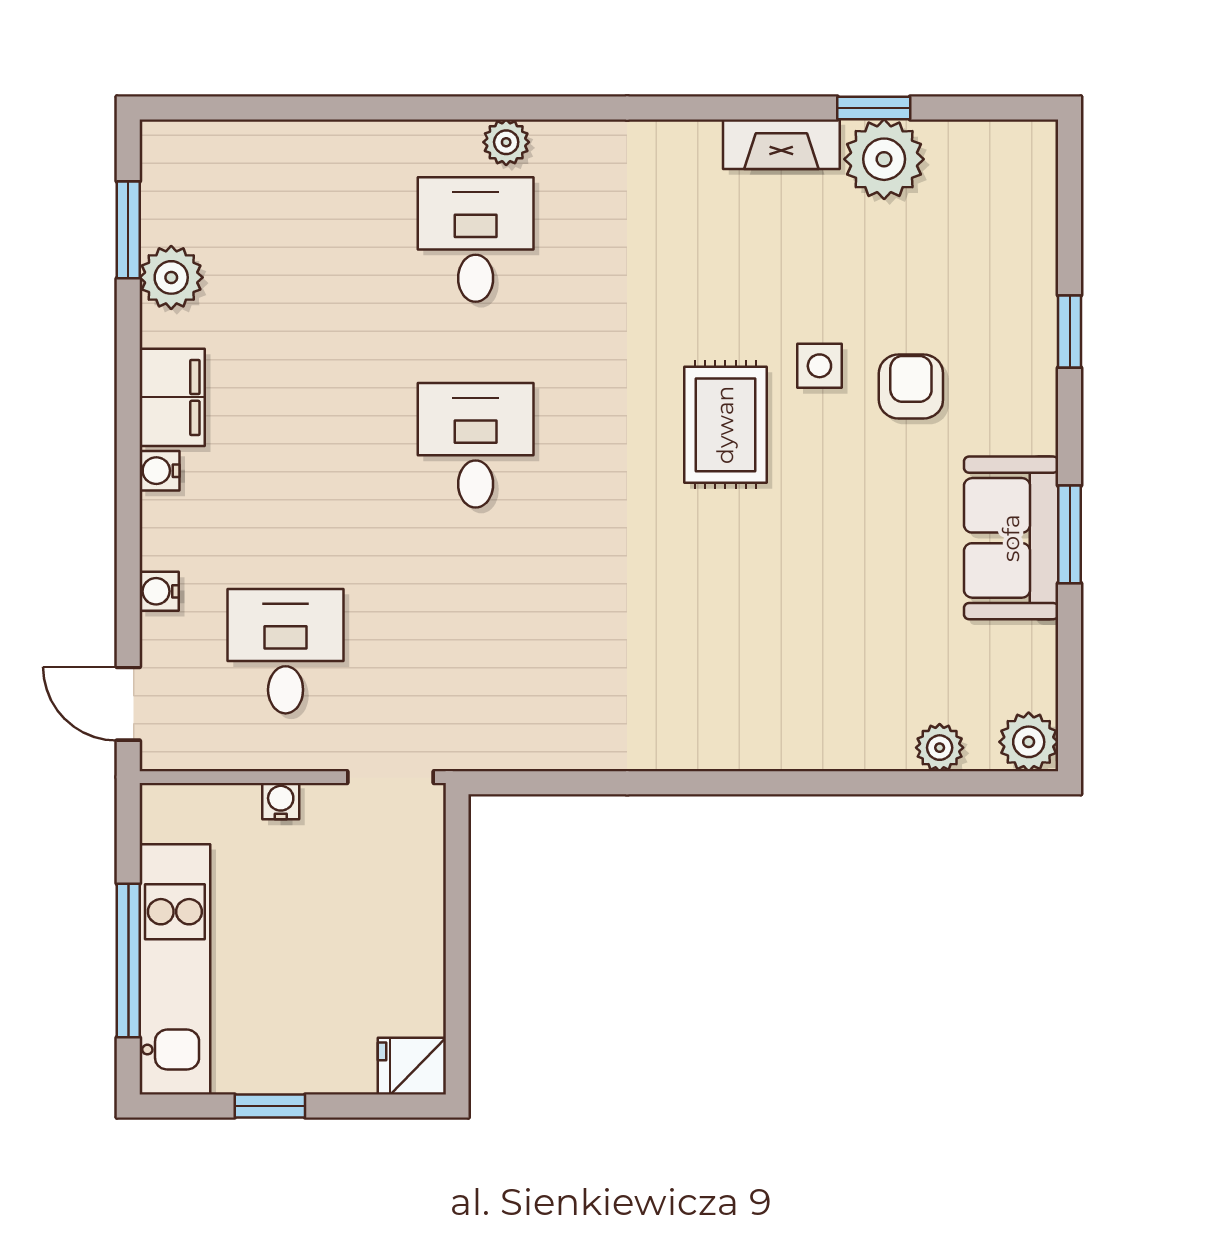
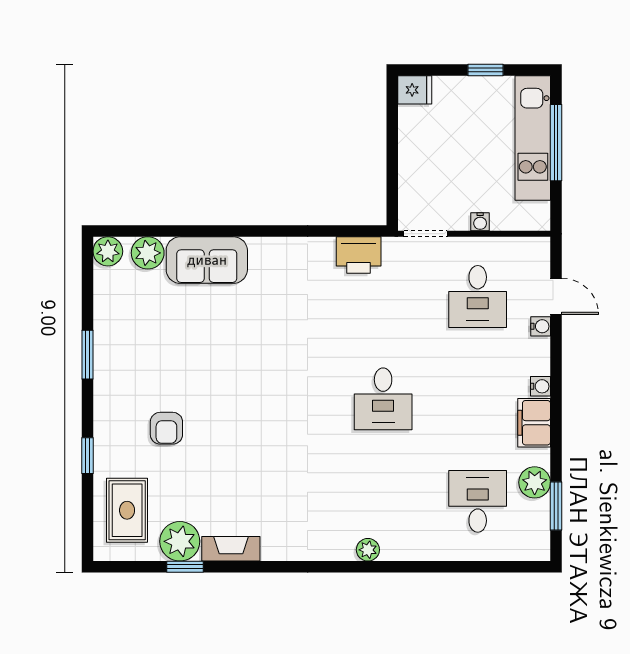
desk: (476, 240) -> (478, 501), moved, turned 180
side table: (819, 366) -> (212, 438), removed
rug: (725, 425) -> (127, 510), moved
sofa: (1011, 538) -> (207, 260), moved, turned 90
door: (128, 704) -> (556, 296), moved
printer: (525, 734) -> (359, 255), added
plant: (940, 748) -> (148, 253), width x1.38, depth x1.38

